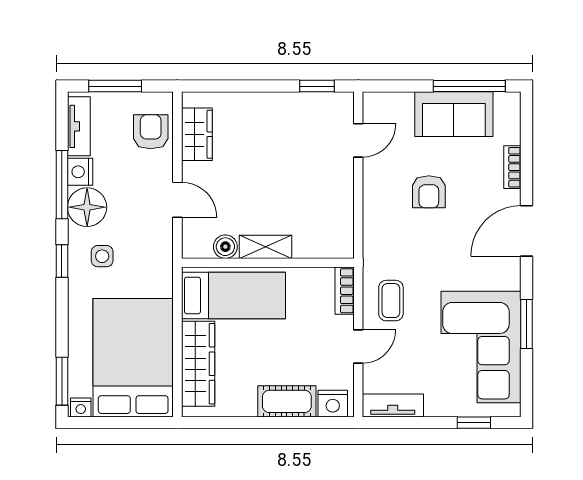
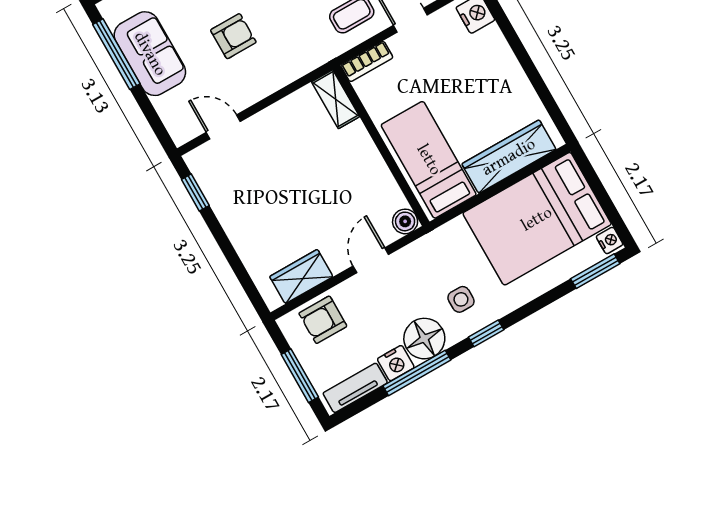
boiler: (225, 247) -> (405, 221), moved
shelving: (266, 247) -> (336, 99), moved
cot: (287, 401) -> (497, 56), removed

